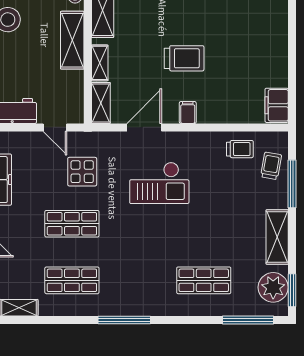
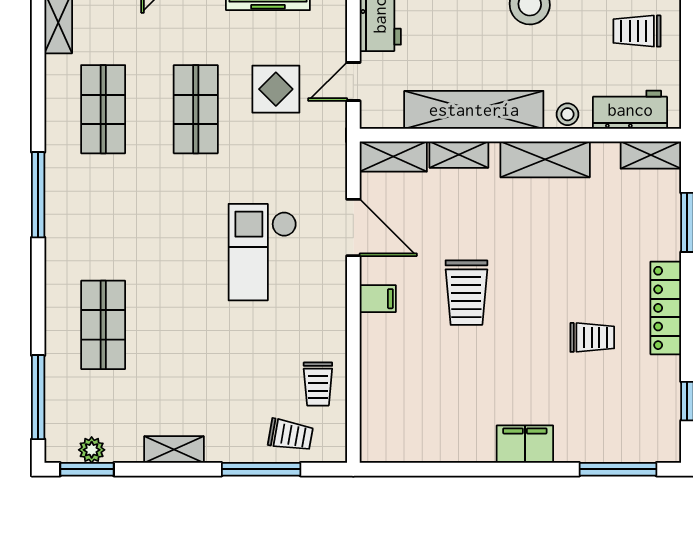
shelving: (72, 40) -> (474, 110), width x1.47
filing cabinet: (277, 105) -> (525, 444), moved
display table: (82, 172) -> (276, 89), moved
shelving: (277, 237) -> (174, 449), width x0.67, depth x0.75
plant: (273, 287) -> (92, 450), width x0.53, depth x0.53

